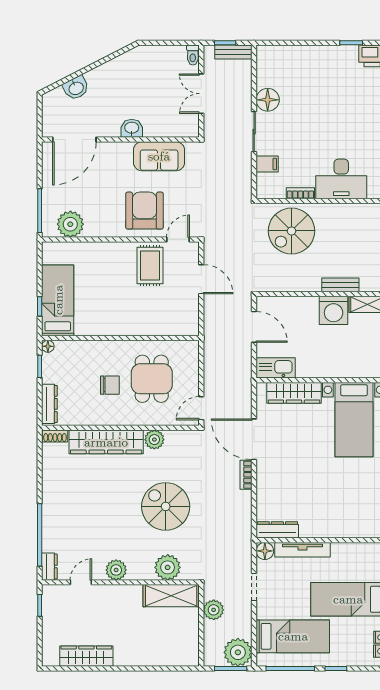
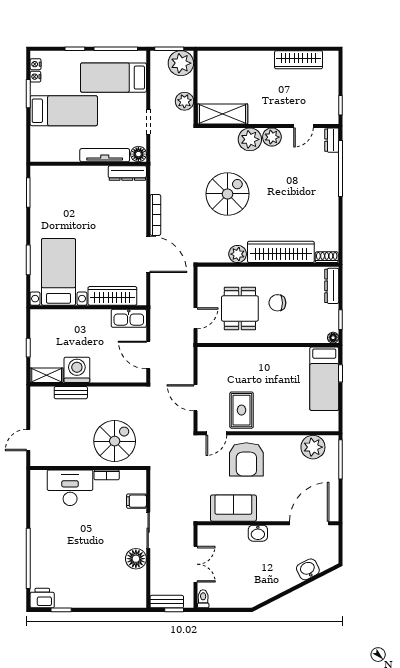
door: (201, 408) -> (195, 318), moved
bookcase: (246, 475) -> (155, 215), width x1.56
spiral stairs: (166, 506) -> (228, 194), turned -90
plant: (168, 567) -> (250, 139), moved
plant: (238, 652) -> (181, 63), moved

